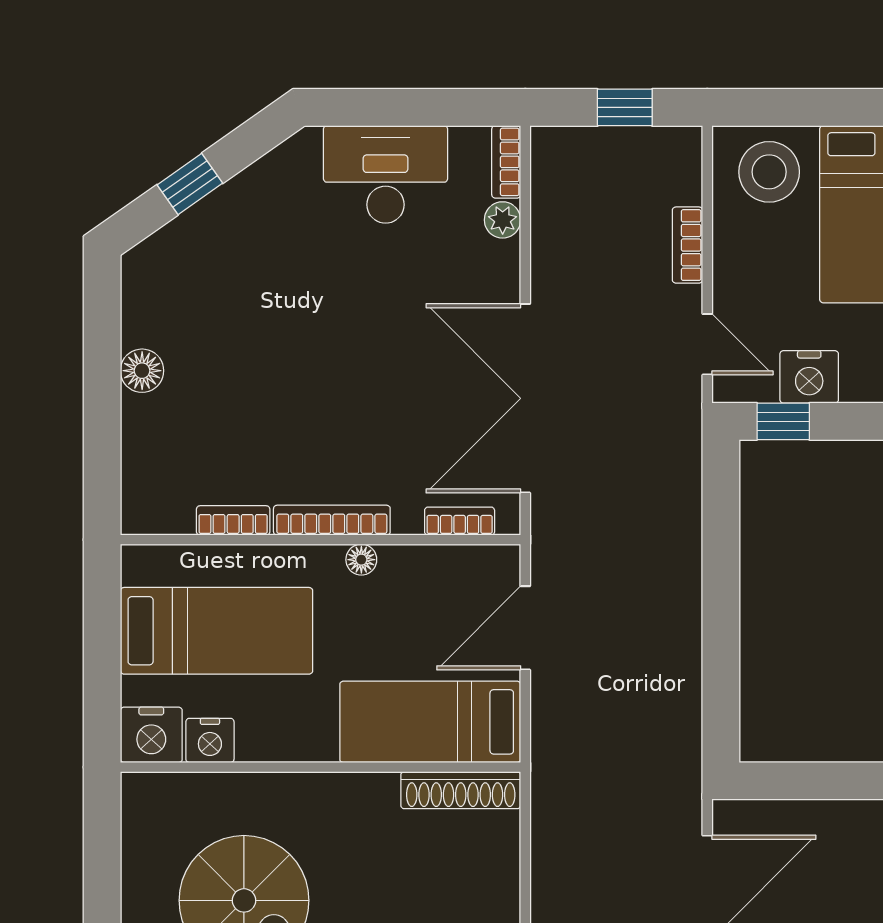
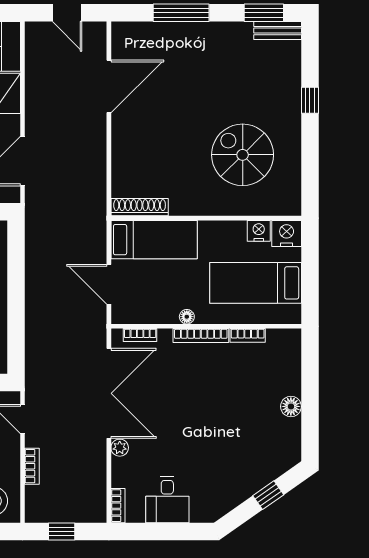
desk: (386, 174) -> (167, 500), width x0.73
plant: (503, 220) -> (120, 448), moved
door: (525, 628) -> (109, 284), swing flipped

